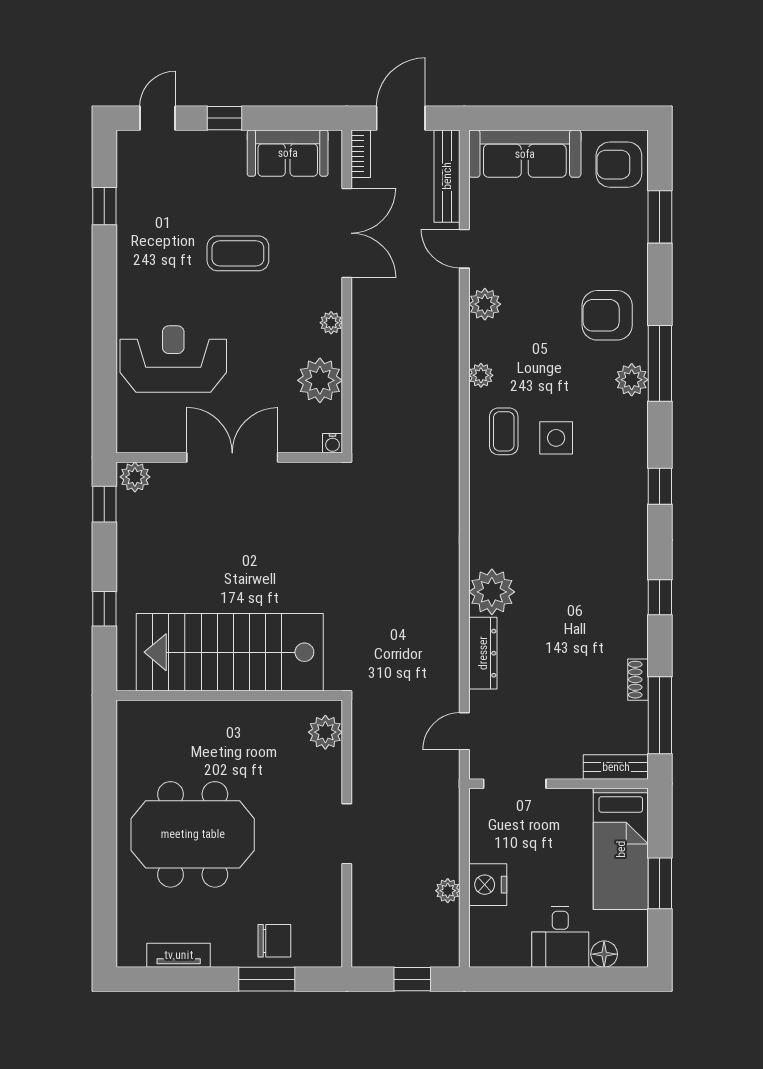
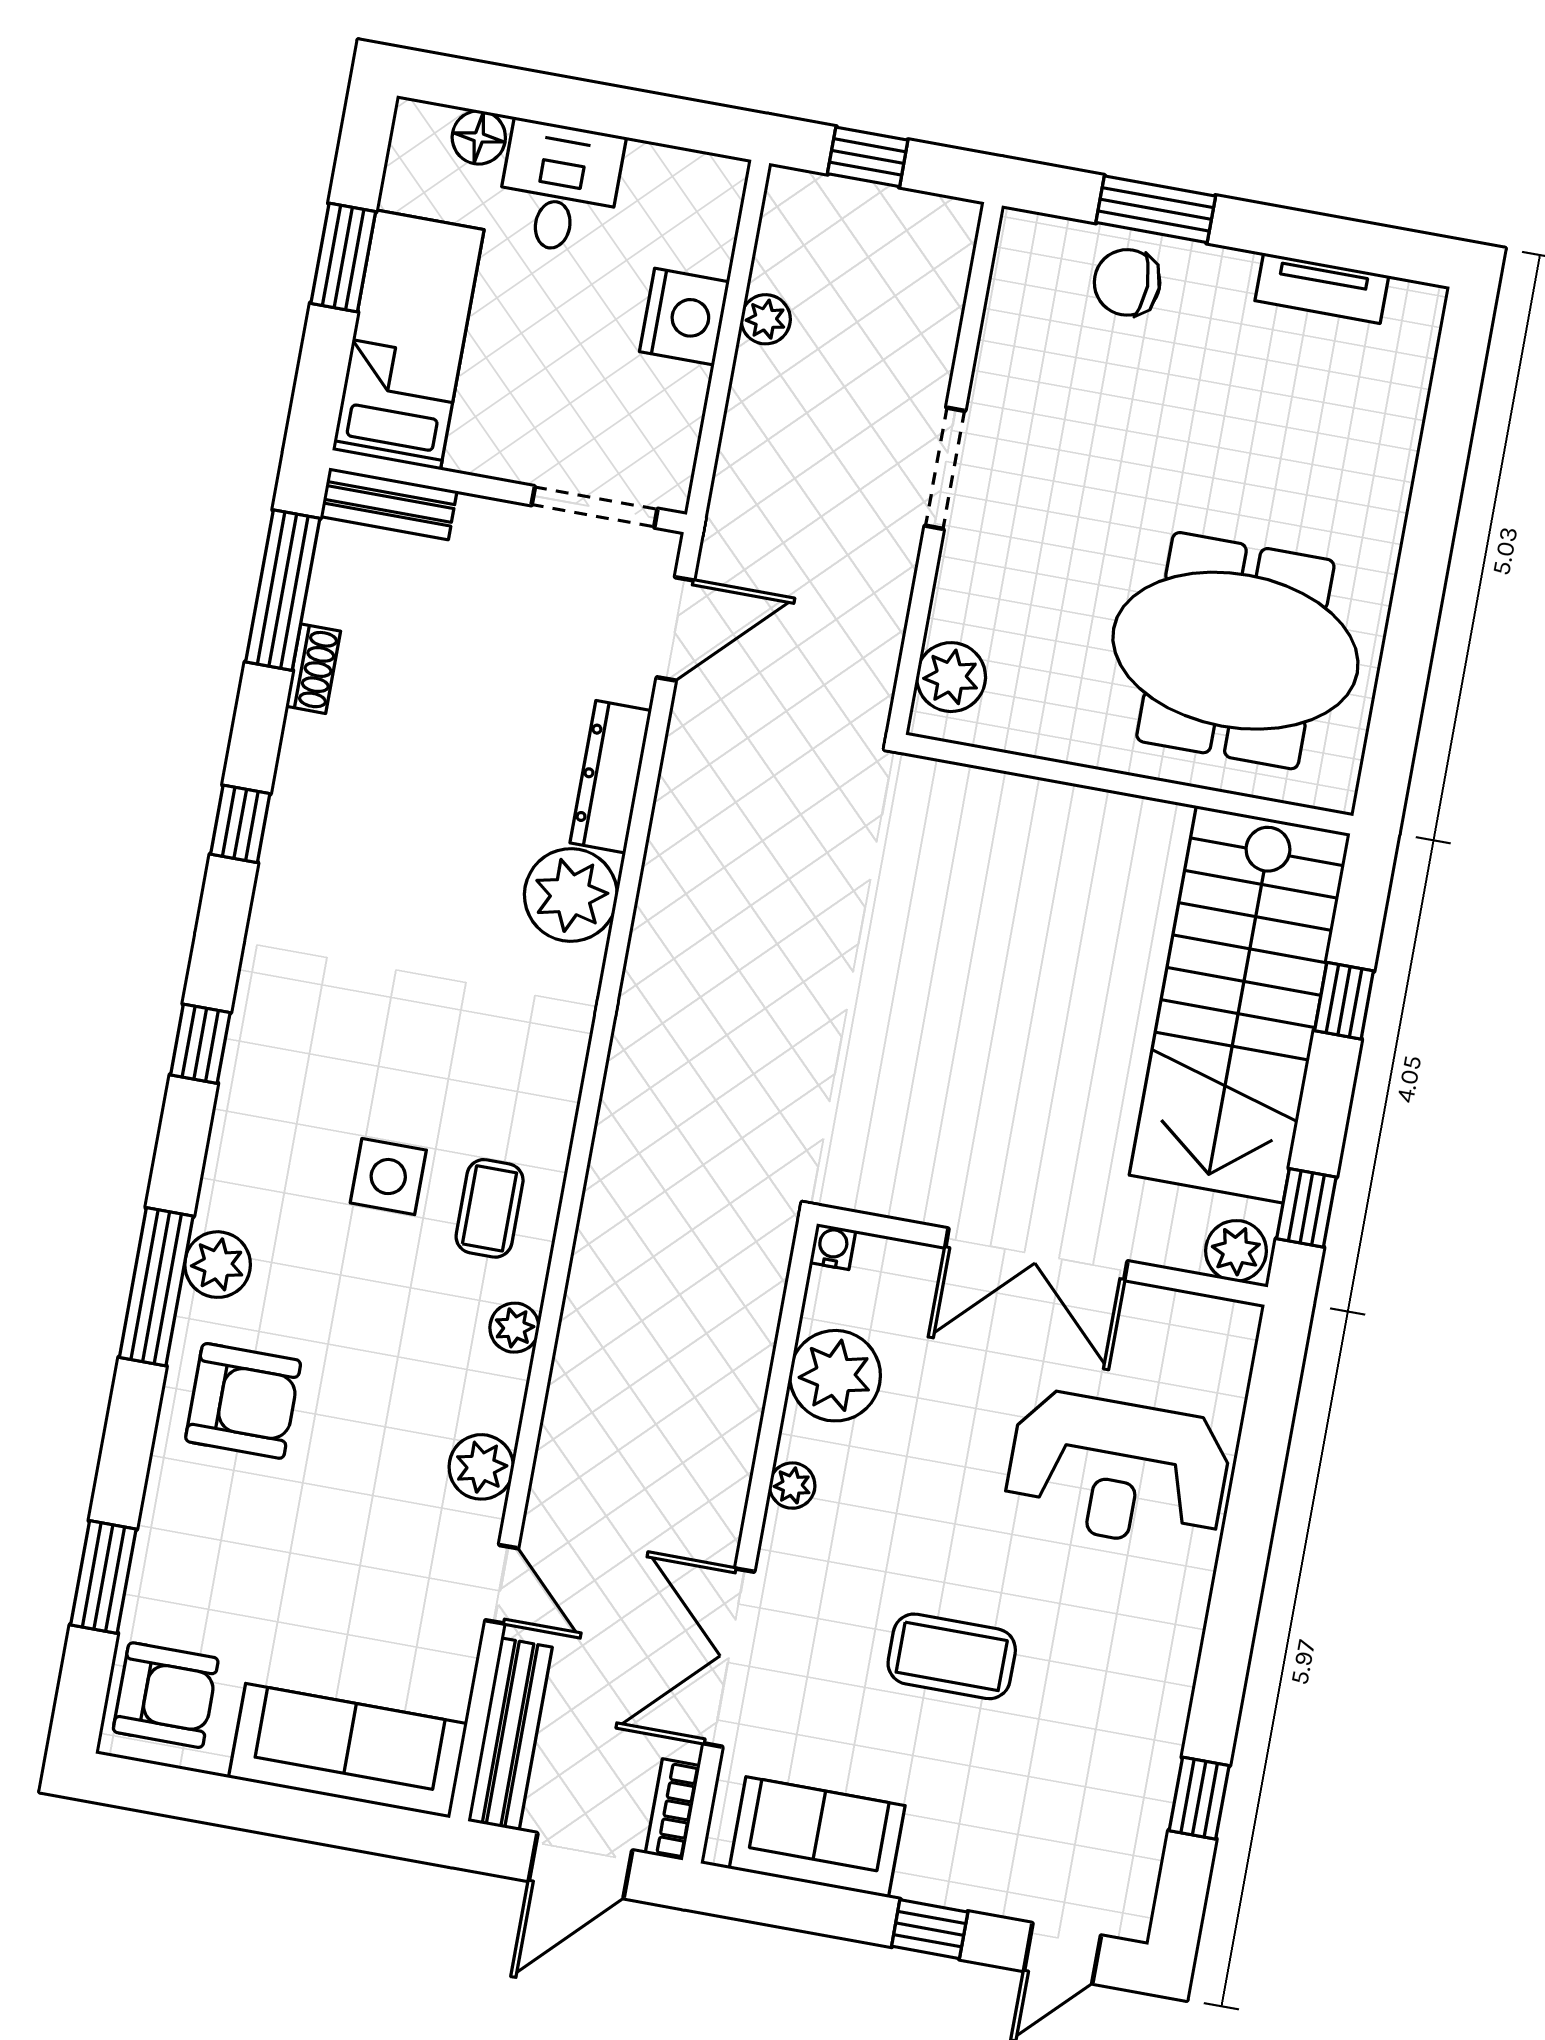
stairs: (230, 652) -> (1240, 1004), moved, turned 90
door: (464, 731) -> (675, 629), width x1.38
meeting table: (193, 834) -> (1235, 651), moved

